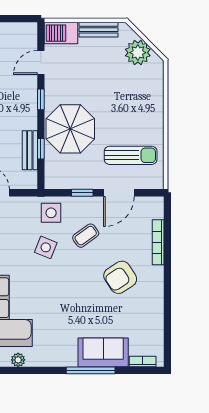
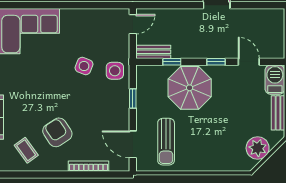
bench: (30, 150) -> (153, 52), moved
door: (119, 193) -> (133, 144), moved
coffee table: (86, 236) -> (26, 150), moved

